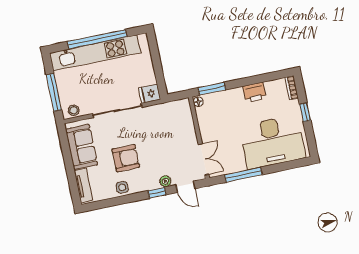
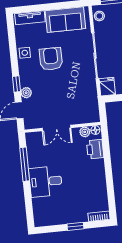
window: (212, 89) -> (106, 144), removed
printer: (254, 92) -> (95, 149), moved
plant: (201, 113) -> (85, 132), added
desk: (272, 142) -> (46, 182), width x0.53, depth x0.77
armchair: (126, 158) -> (51, 59), turned 180
double door: (203, 159) -> (56, 128), moved

